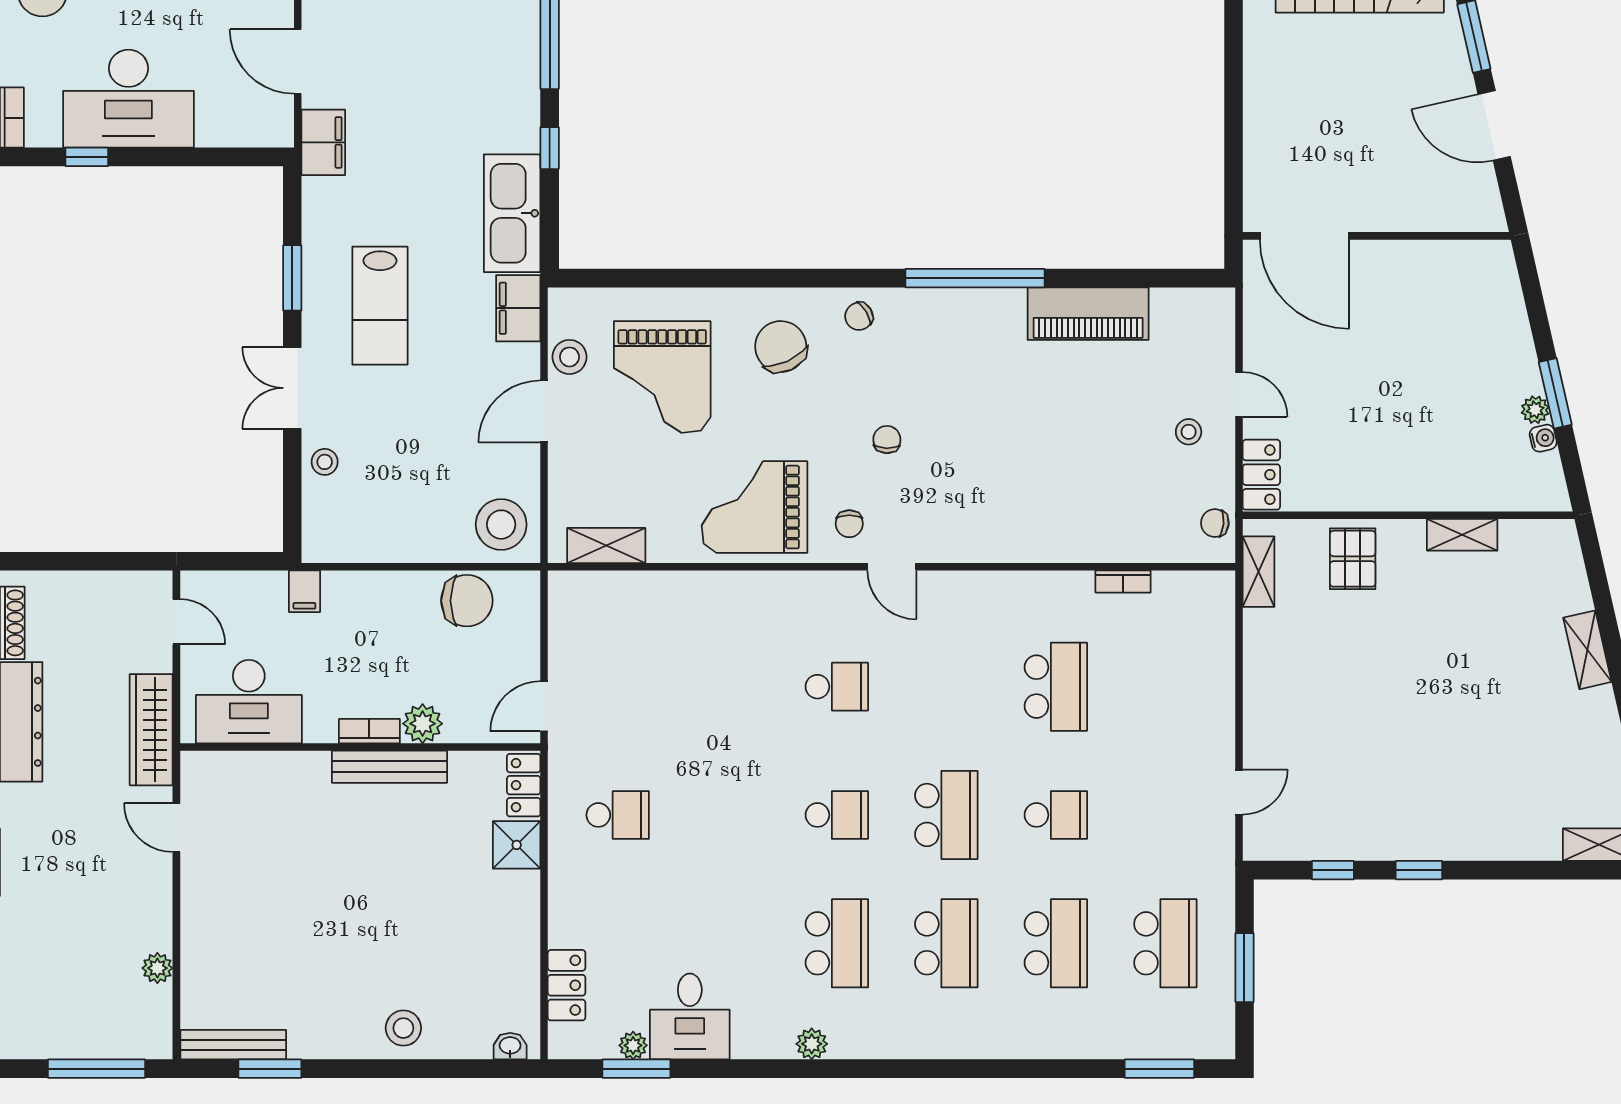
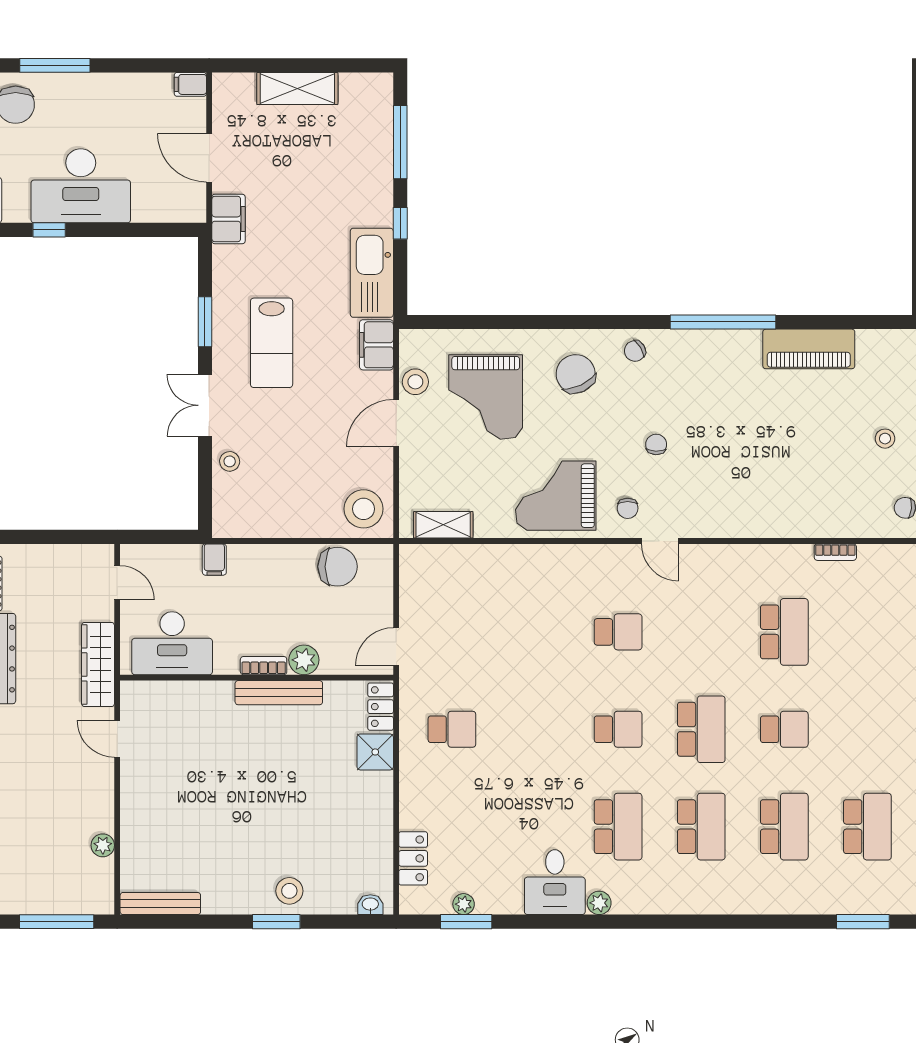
desk: (690, 1017) -> (555, 882), moved
window: (270, 1069) -> (276, 922), moved

